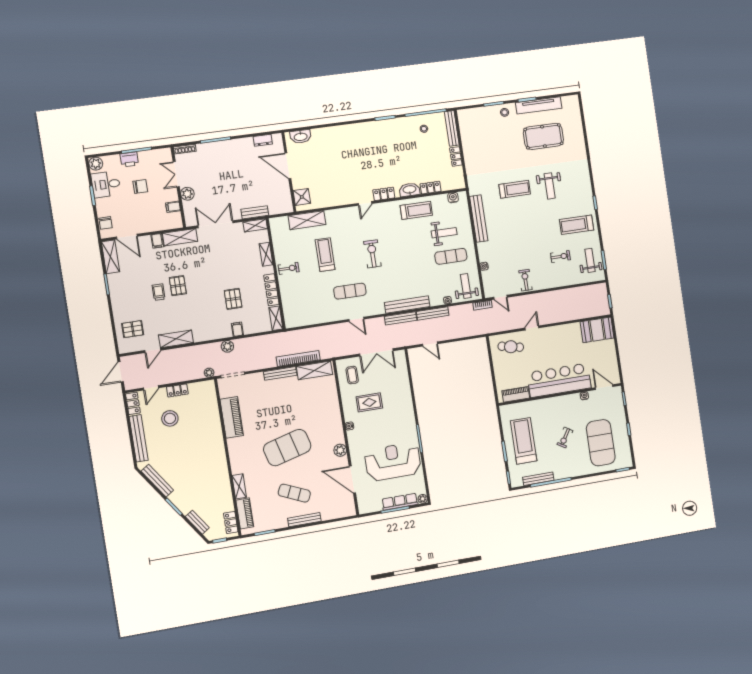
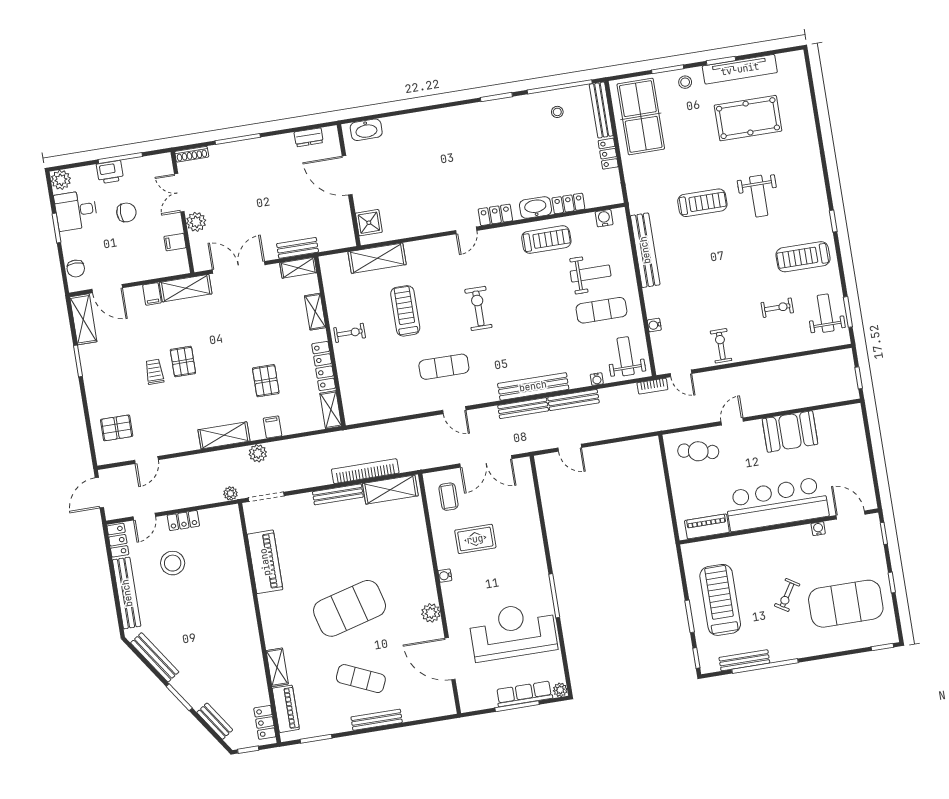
table tennis table: (477, 133) -> (641, 116), added
booth: (597, 330) -> (790, 432), moved
shelving: (176, 339) -> (224, 435), moved
exercise mat: (601, 443) -> (846, 604), turned 90

